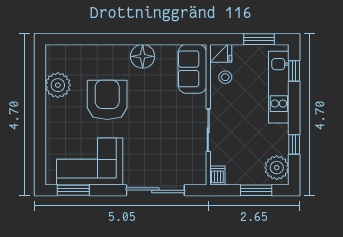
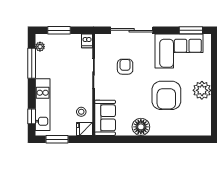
plant: (58, 85) -> (202, 90), moved
armchair: (164, 140) -> (125, 67), added
window: (294, 144) -> (32, 63), width x2.17
plant: (277, 168) -> (40, 47), width x0.53, depth x0.53

